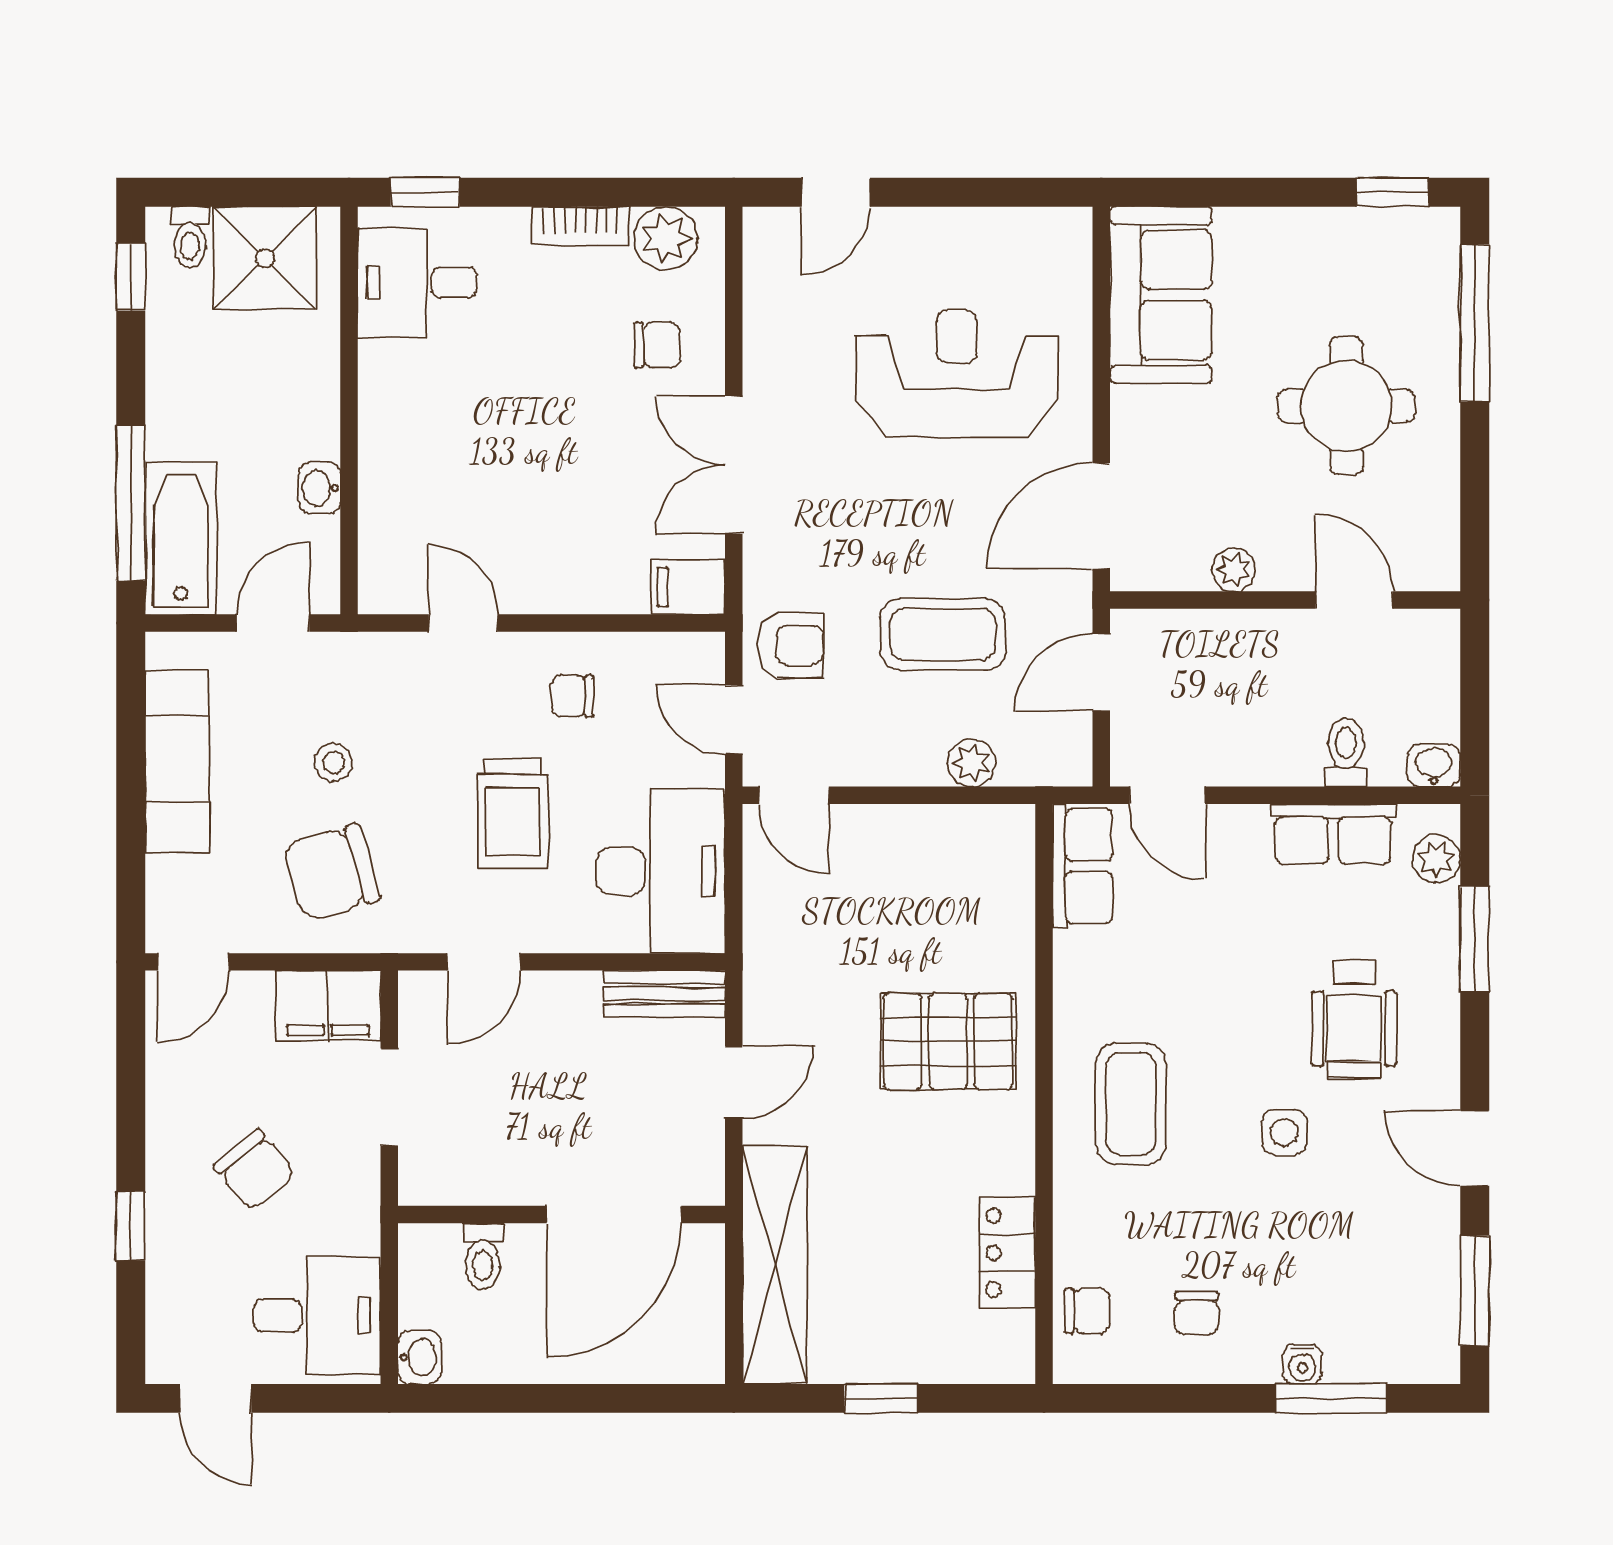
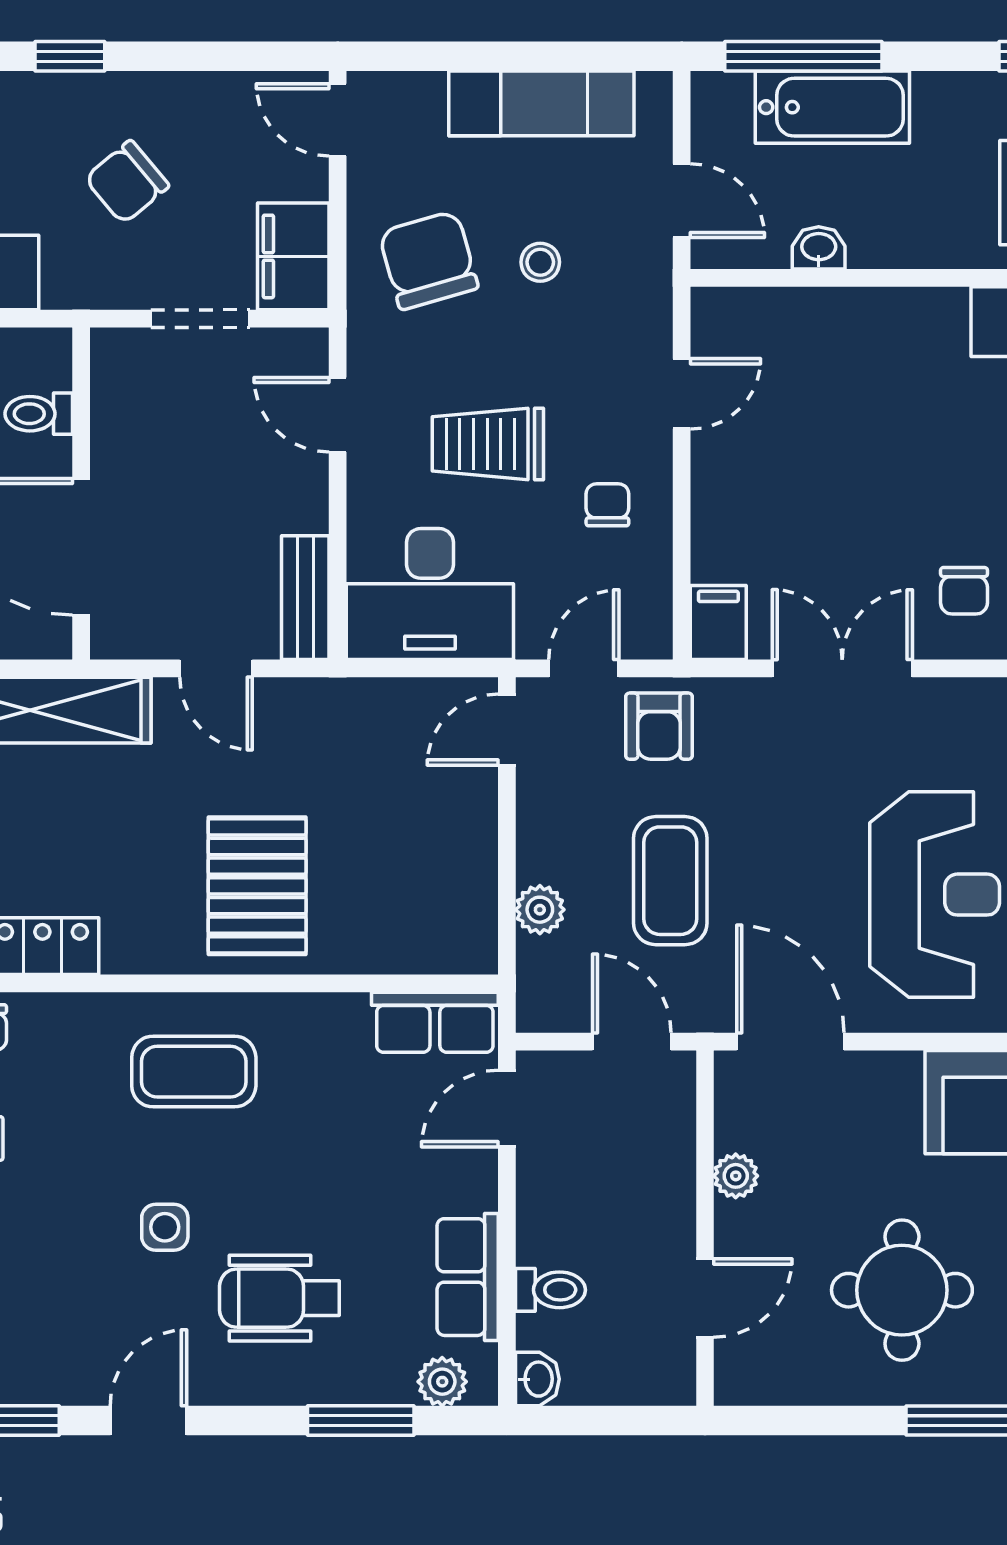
bathtub: (181, 539) -> (832, 107), moved

